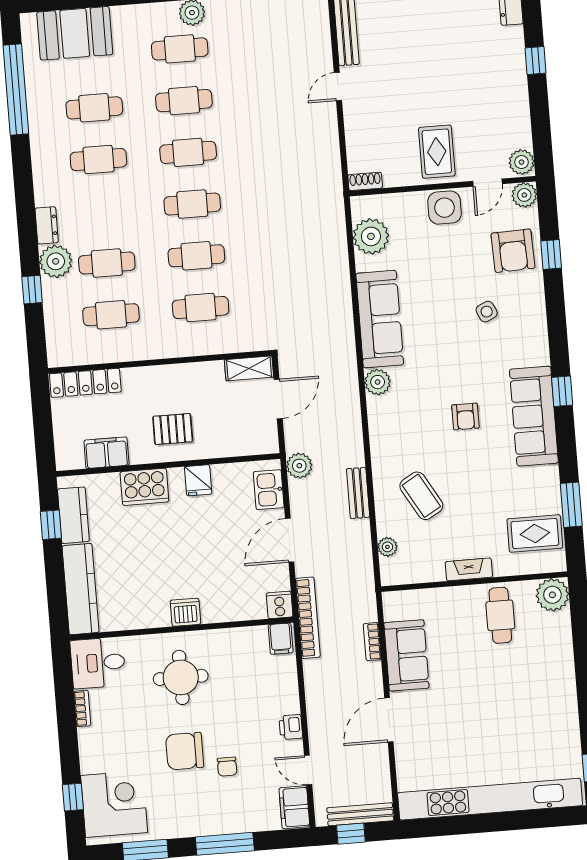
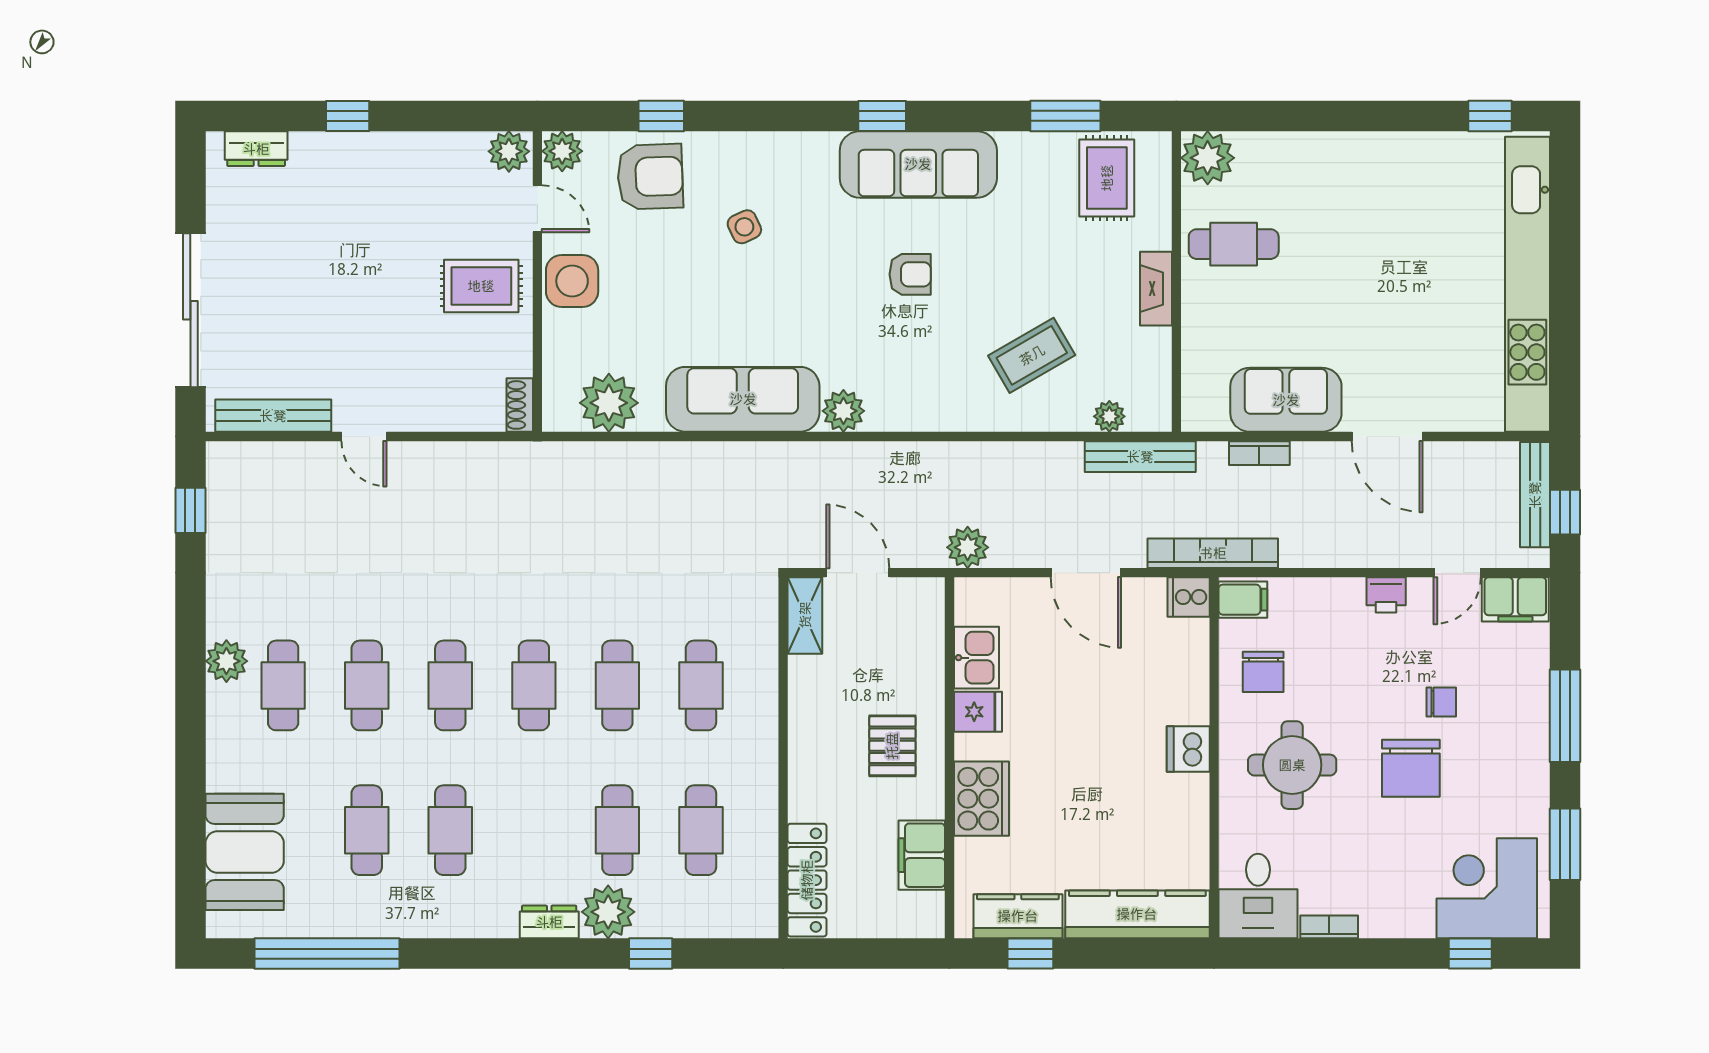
kitchen sink: (269, 490) -> (976, 658), moved, turned -90
bench: (358, 493) -> (1140, 457), moved, width x1.36
chair: (237, 655) -> (1263, 672), added

